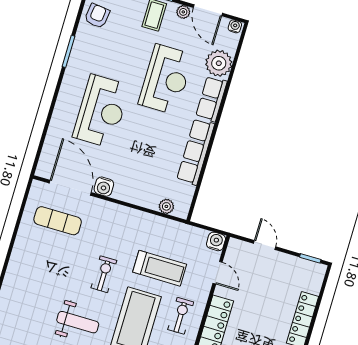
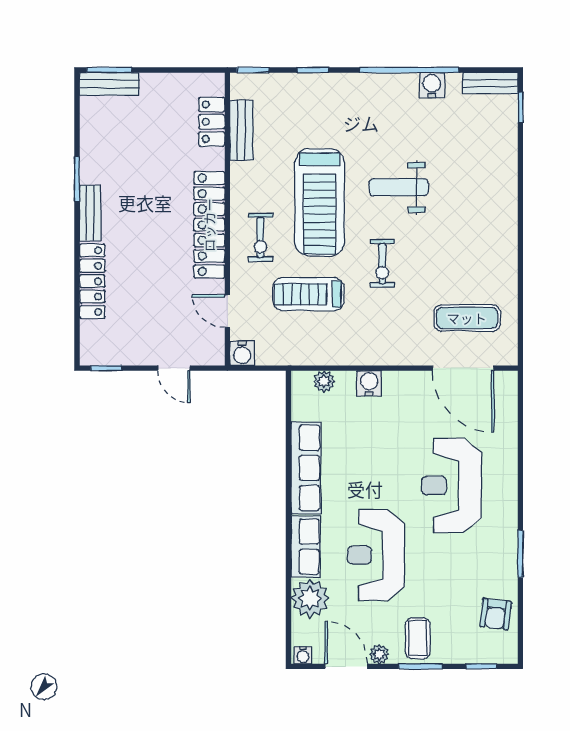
water cooler: (104, 187) -> (369, 383), moved

